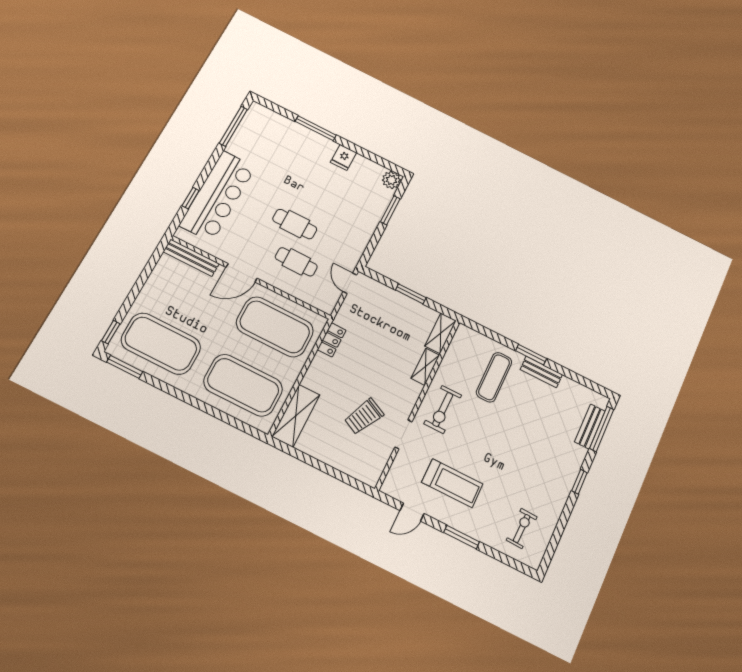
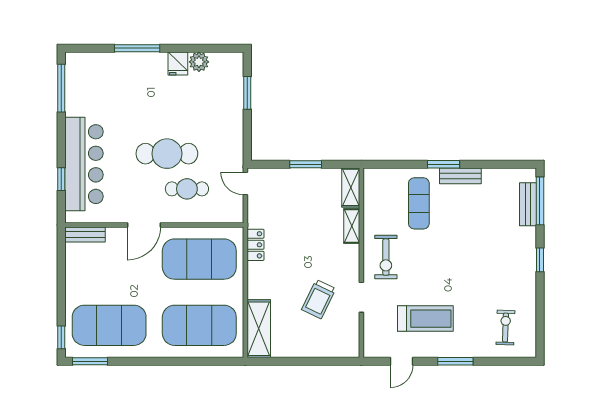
plant: (391, 180) -> (199, 62), moved
cafe table: (295, 224) -> (167, 154), width x1.37, depth x1.35
bench: (191, 258) -> (85, 235), width x0.73

